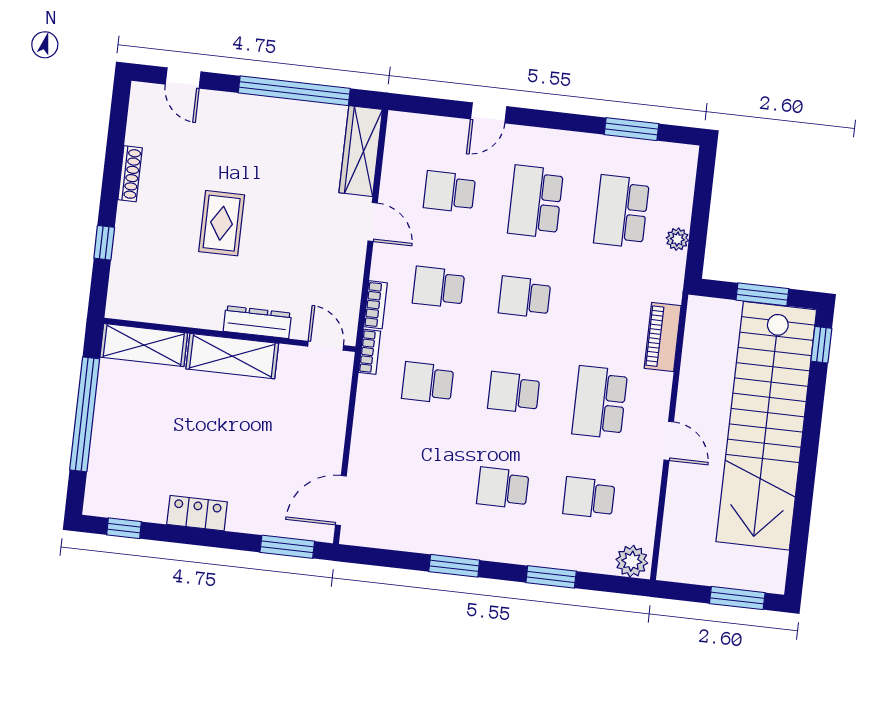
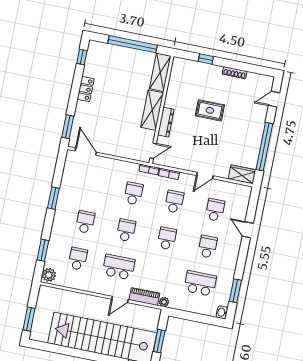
wardrobe: (361, 151) -> (242, 174), width x0.67
washbasin: (684, 155) -> (222, 312), added
school desk: (535, 202) -> (208, 247), width x0.54
plant: (677, 239) -> (164, 302), moved
door: (669, 441) -> (120, 299), moved
window: (551, 577) -> (43, 250), moved

